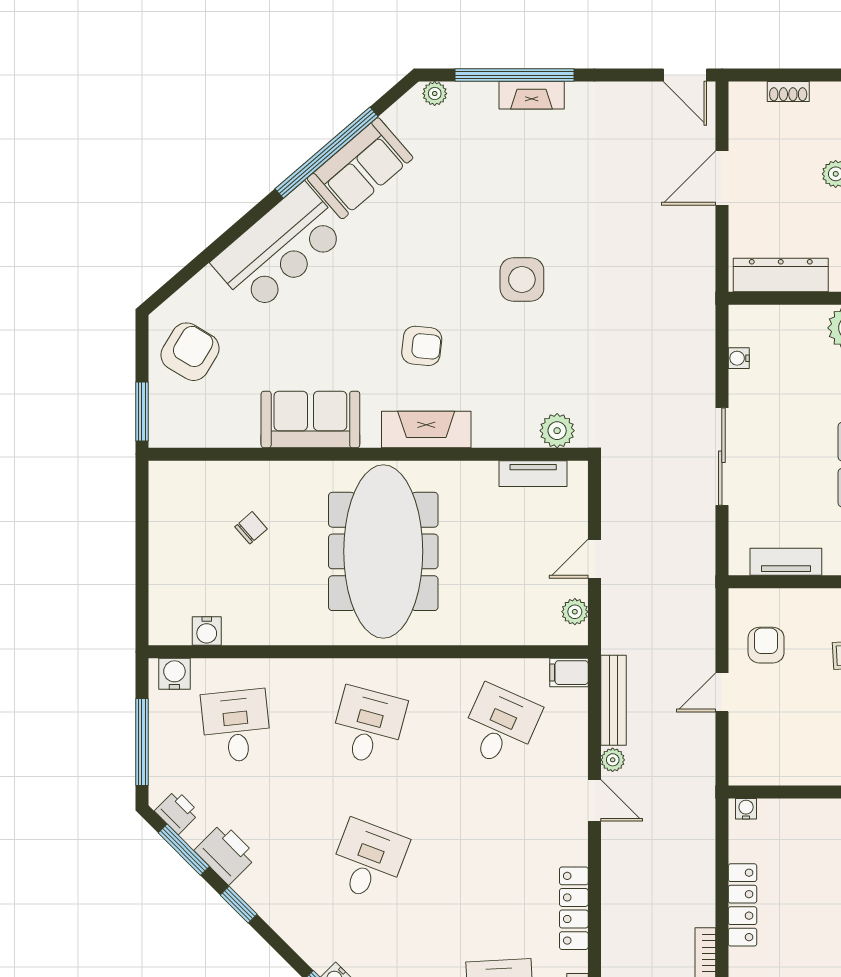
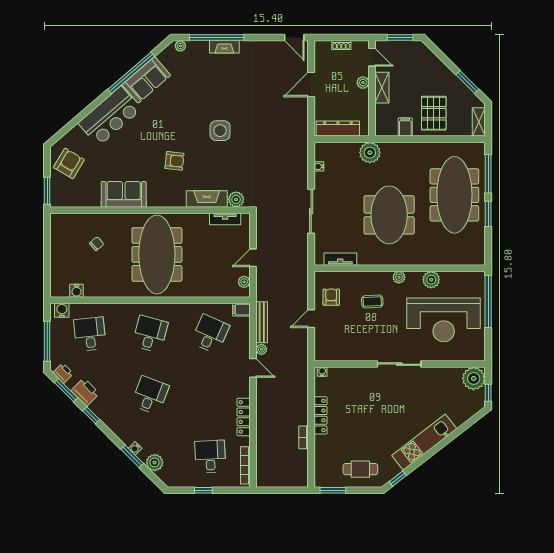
fireplace: (426, 430) -> (207, 199), moved

